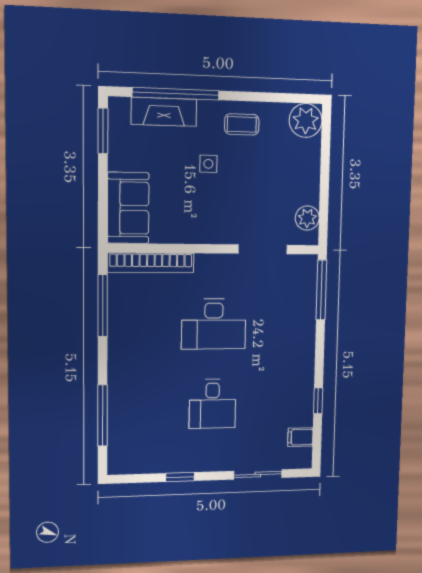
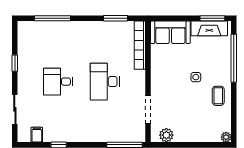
fireplace: (164, 112) -> (209, 28), moved, turned -90
plant: (306, 120) -> (226, 137), width x0.53, depth x0.53
window: (103, 306) -> (116, 18), width x0.69

